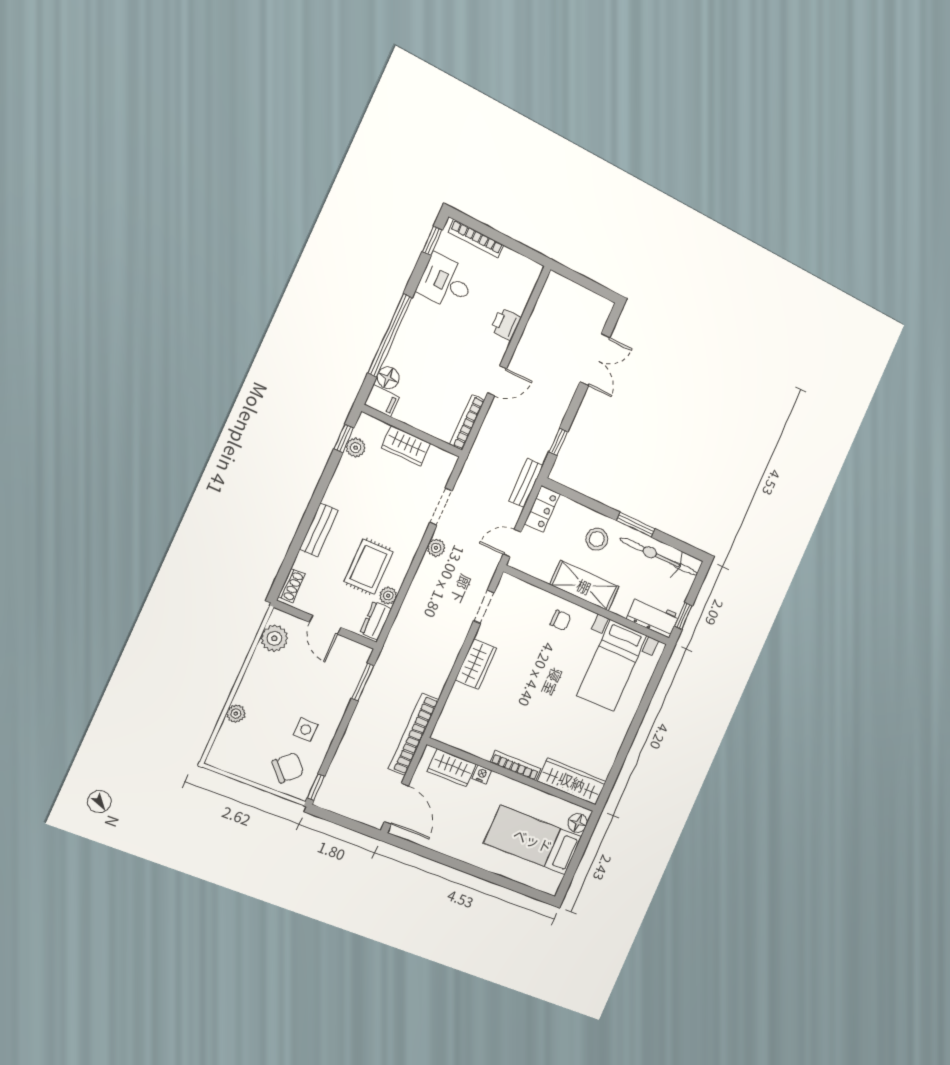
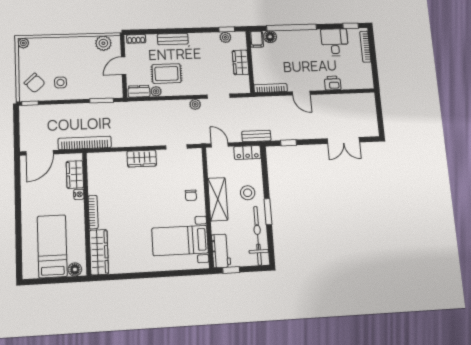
plant: (236, 714) -> (23, 43), moved

